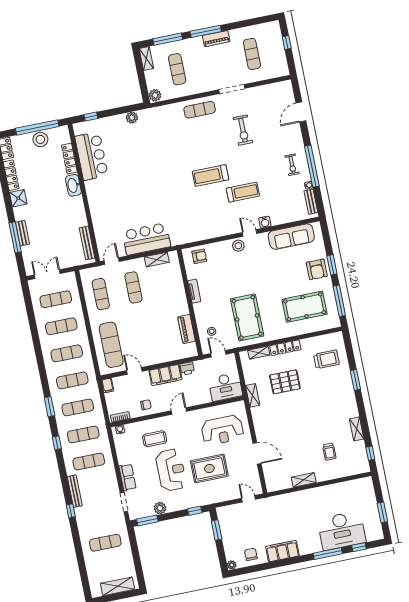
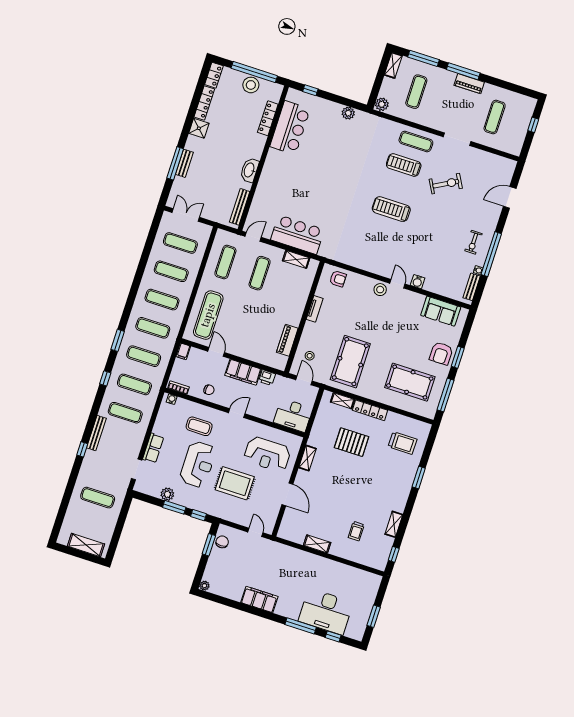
exercise bike: (243, 130) -> (446, 184), turned -119
washbasin: (73, 185) -> (249, 170), moved
treadmill: (243, 192) -> (404, 165), moved, turned 180
sofa: (291, 237) -> (441, 311), width x0.73
shelving: (253, 395) -> (307, 458), moved
window: (147, 520) -> (174, 507), moved
chair: (251, 554) -> (222, 542), moved

